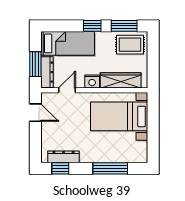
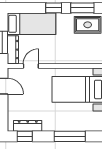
wardrobe: (121, 80) -> (79, 57), removed
nightstand: (92, 82) -> (54, 58), removed

